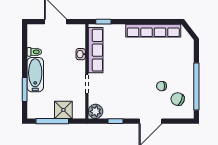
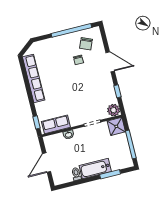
row of seats: (96, 50) -> (56, 124), width x0.68
shower: (63, 110) -> (116, 126), moved

